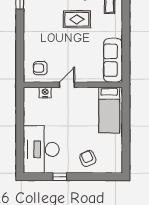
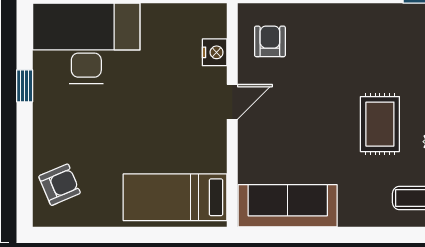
door: (67, 85) -> (232, 102), hinge flipped
armchair: (88, 158) -> (60, 185), moved

